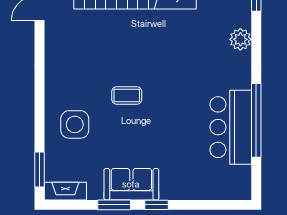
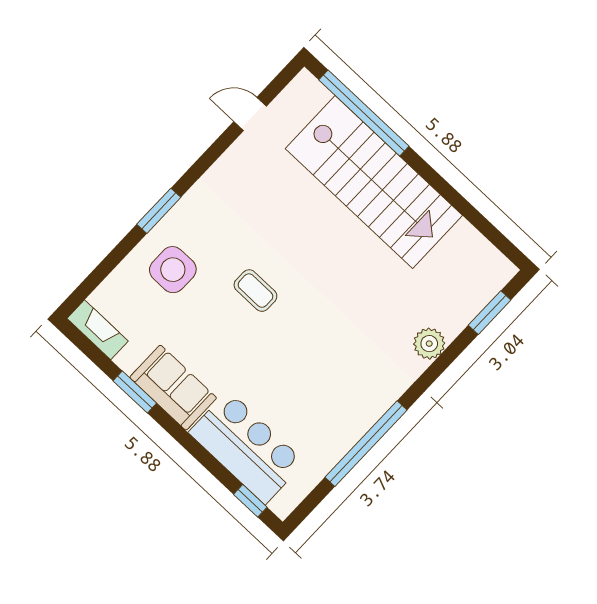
bar counter: (231, 127) -> (247, 447), moved, turned 90
window: (39, 170) -> (159, 211), moved
window: (157, 205) -> (250, 501), moved

